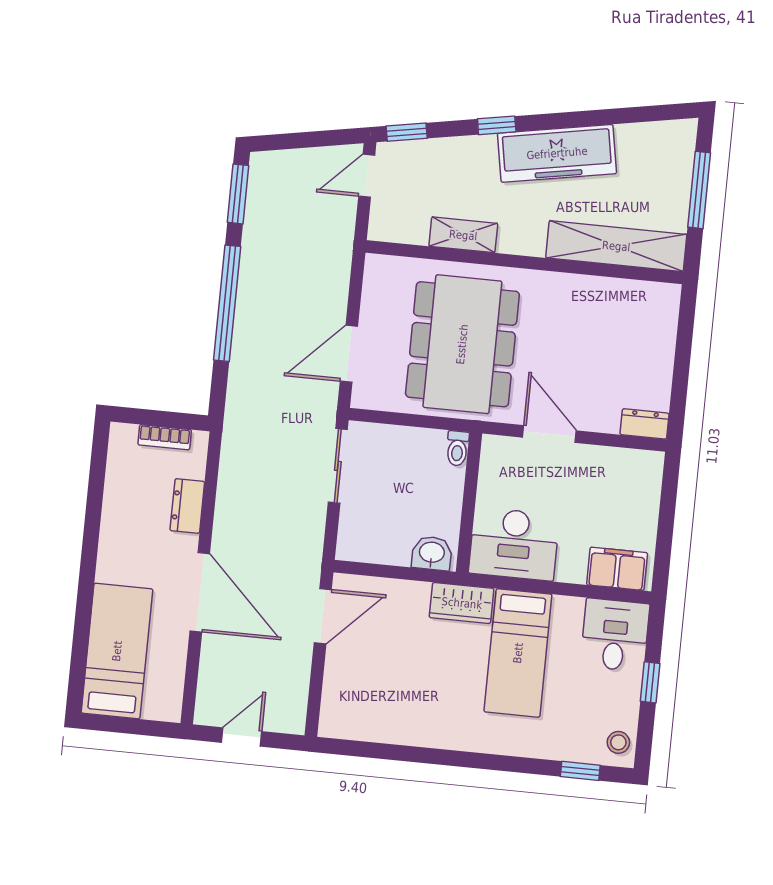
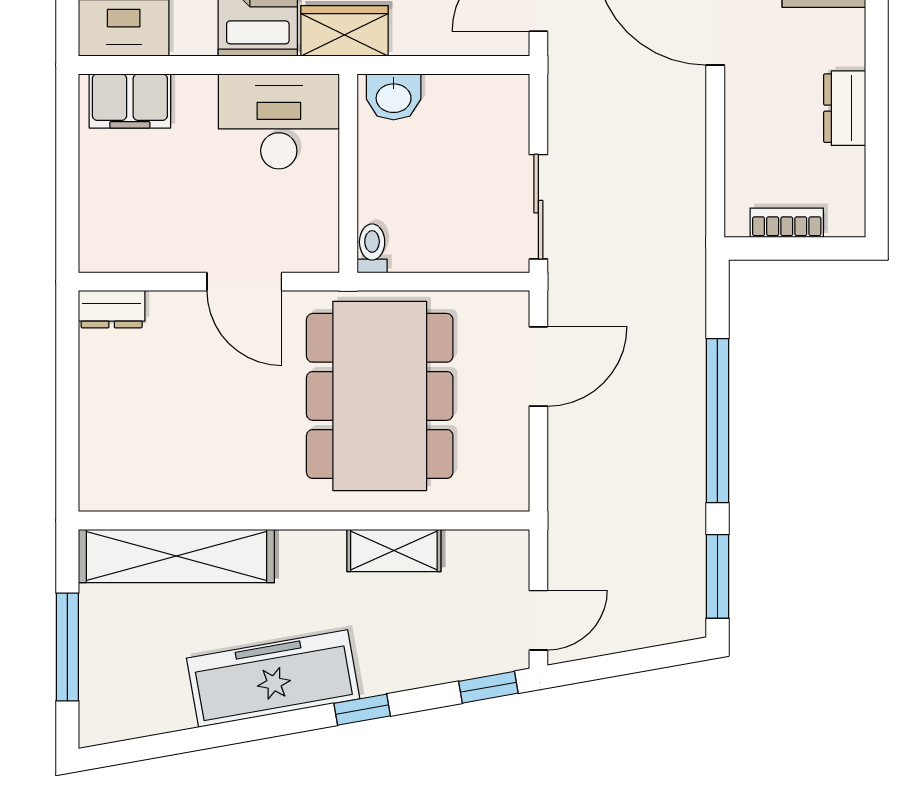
dresser: (187, 506) -> (845, 108), moved, turned 180

